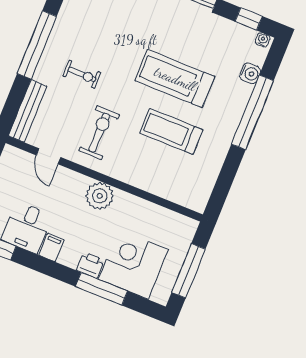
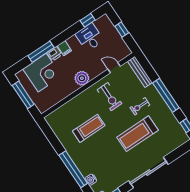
treadmill: (175, 79) -> (138, 134), moved, turned 180
filing cabinet: (51, 248) -> (64, 48), moved

